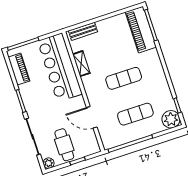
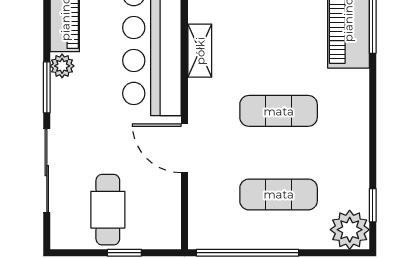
door: (92, 117) -> (184, 148), moved
plant: (49, 163) -> (62, 66), moved

